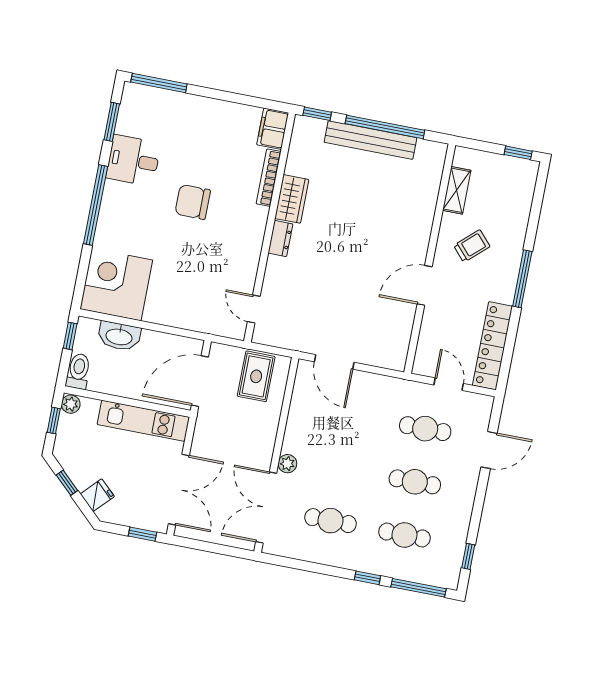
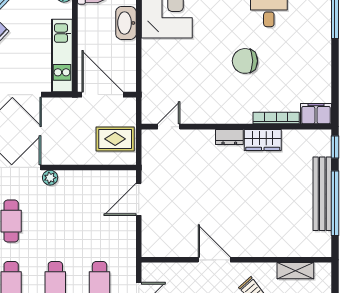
chair: (193, 202) -> (245, 61), turned -90

